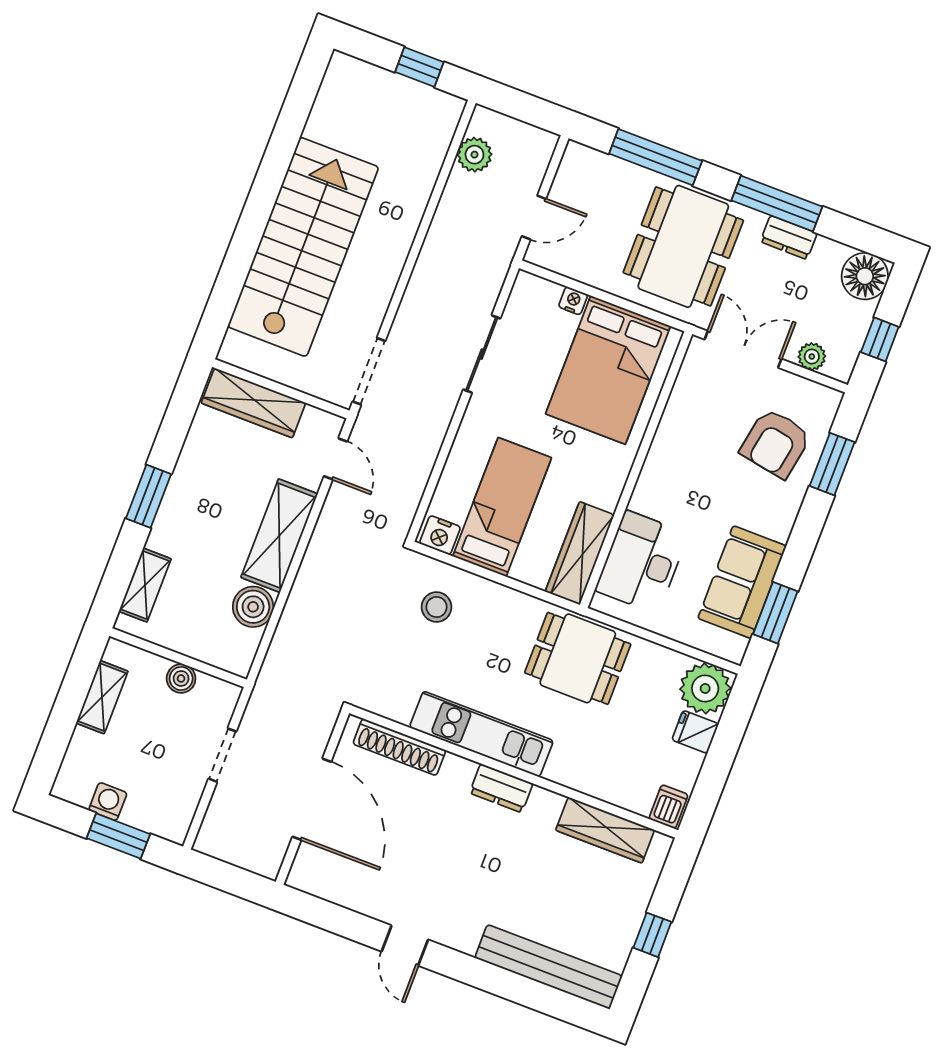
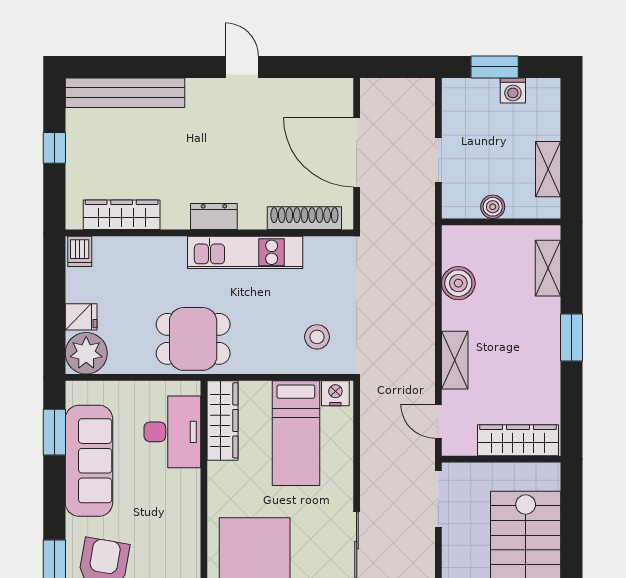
shelving: (279, 536) -> (455, 360), width x0.67, depth x0.75
sofa: (742, 582) -> (89, 461), width x1.36

